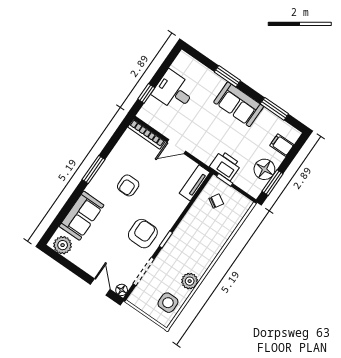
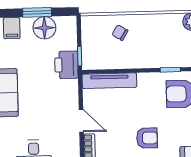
tv unit: (195, 183) -> (109, 81), width x1.41
window: (273, 183) -> (37, 12), moved
chair: (216, 201) -> (120, 33), moved

